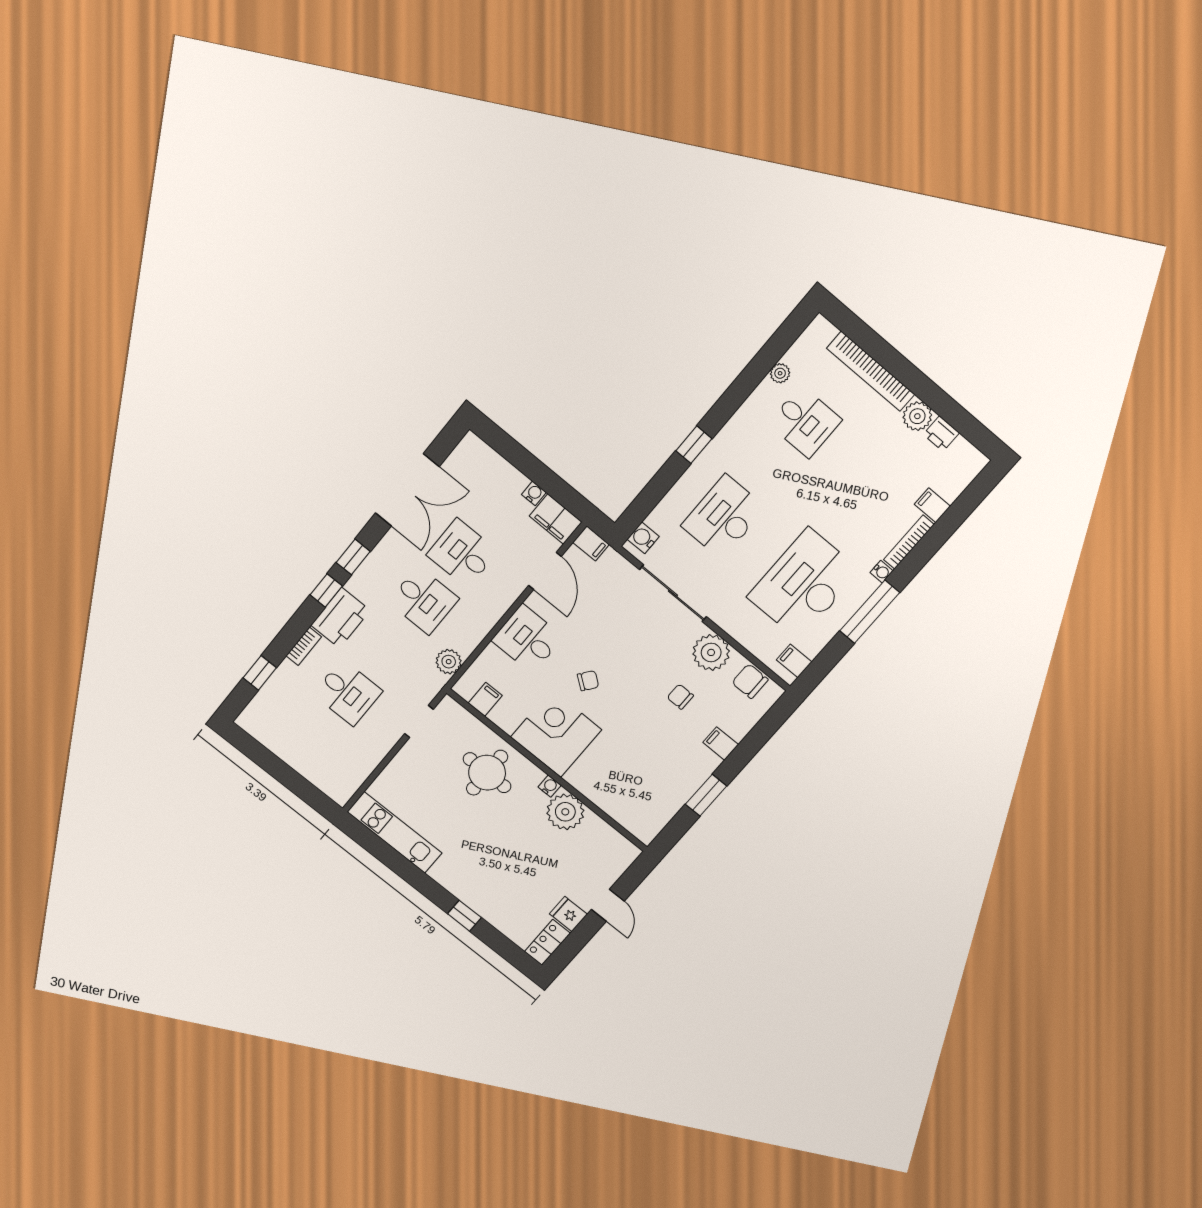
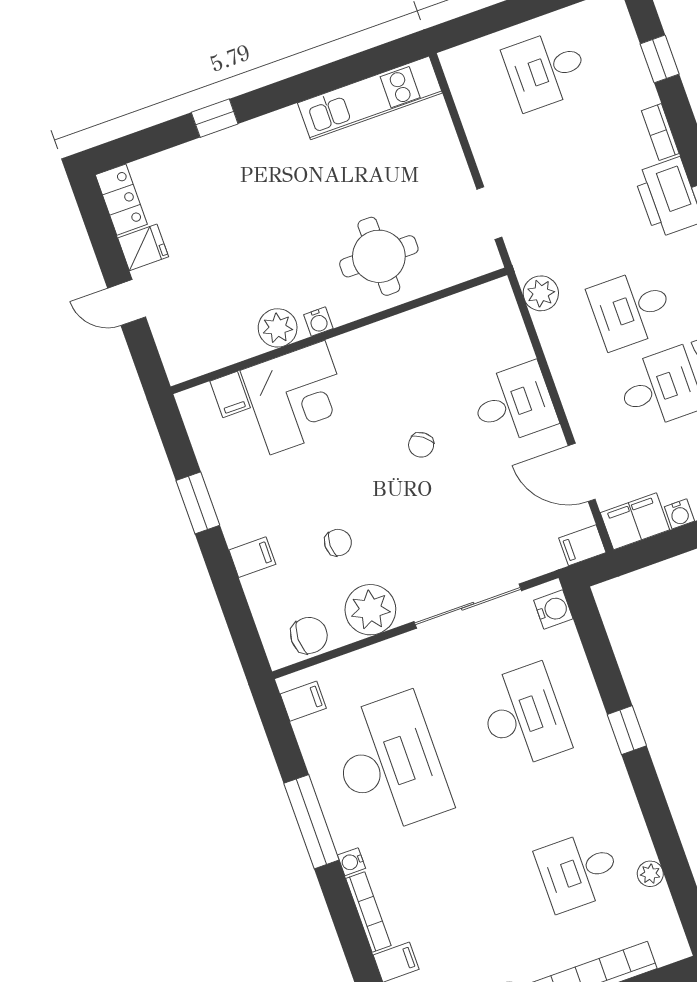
desk: (348, 693) -> (546, 70), moved
filing cabinet: (485, 699) -> (230, 394), moved
corner desk: (556, 733) -> (297, 398), moved
plant: (565, 812) -> (278, 328), width x0.73, depth x0.73

